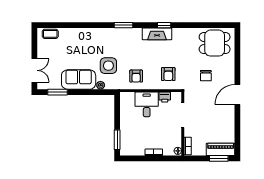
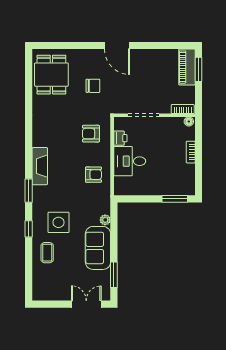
window: (164, 25) -> (29, 229), moved
coffee table: (50, 34) -> (47, 253), moved
fireplace: (157, 34) -> (40, 166), moved
side table: (108, 66) -> (58, 222), moved
armchair: (168, 74) -> (91, 134), turned 180

